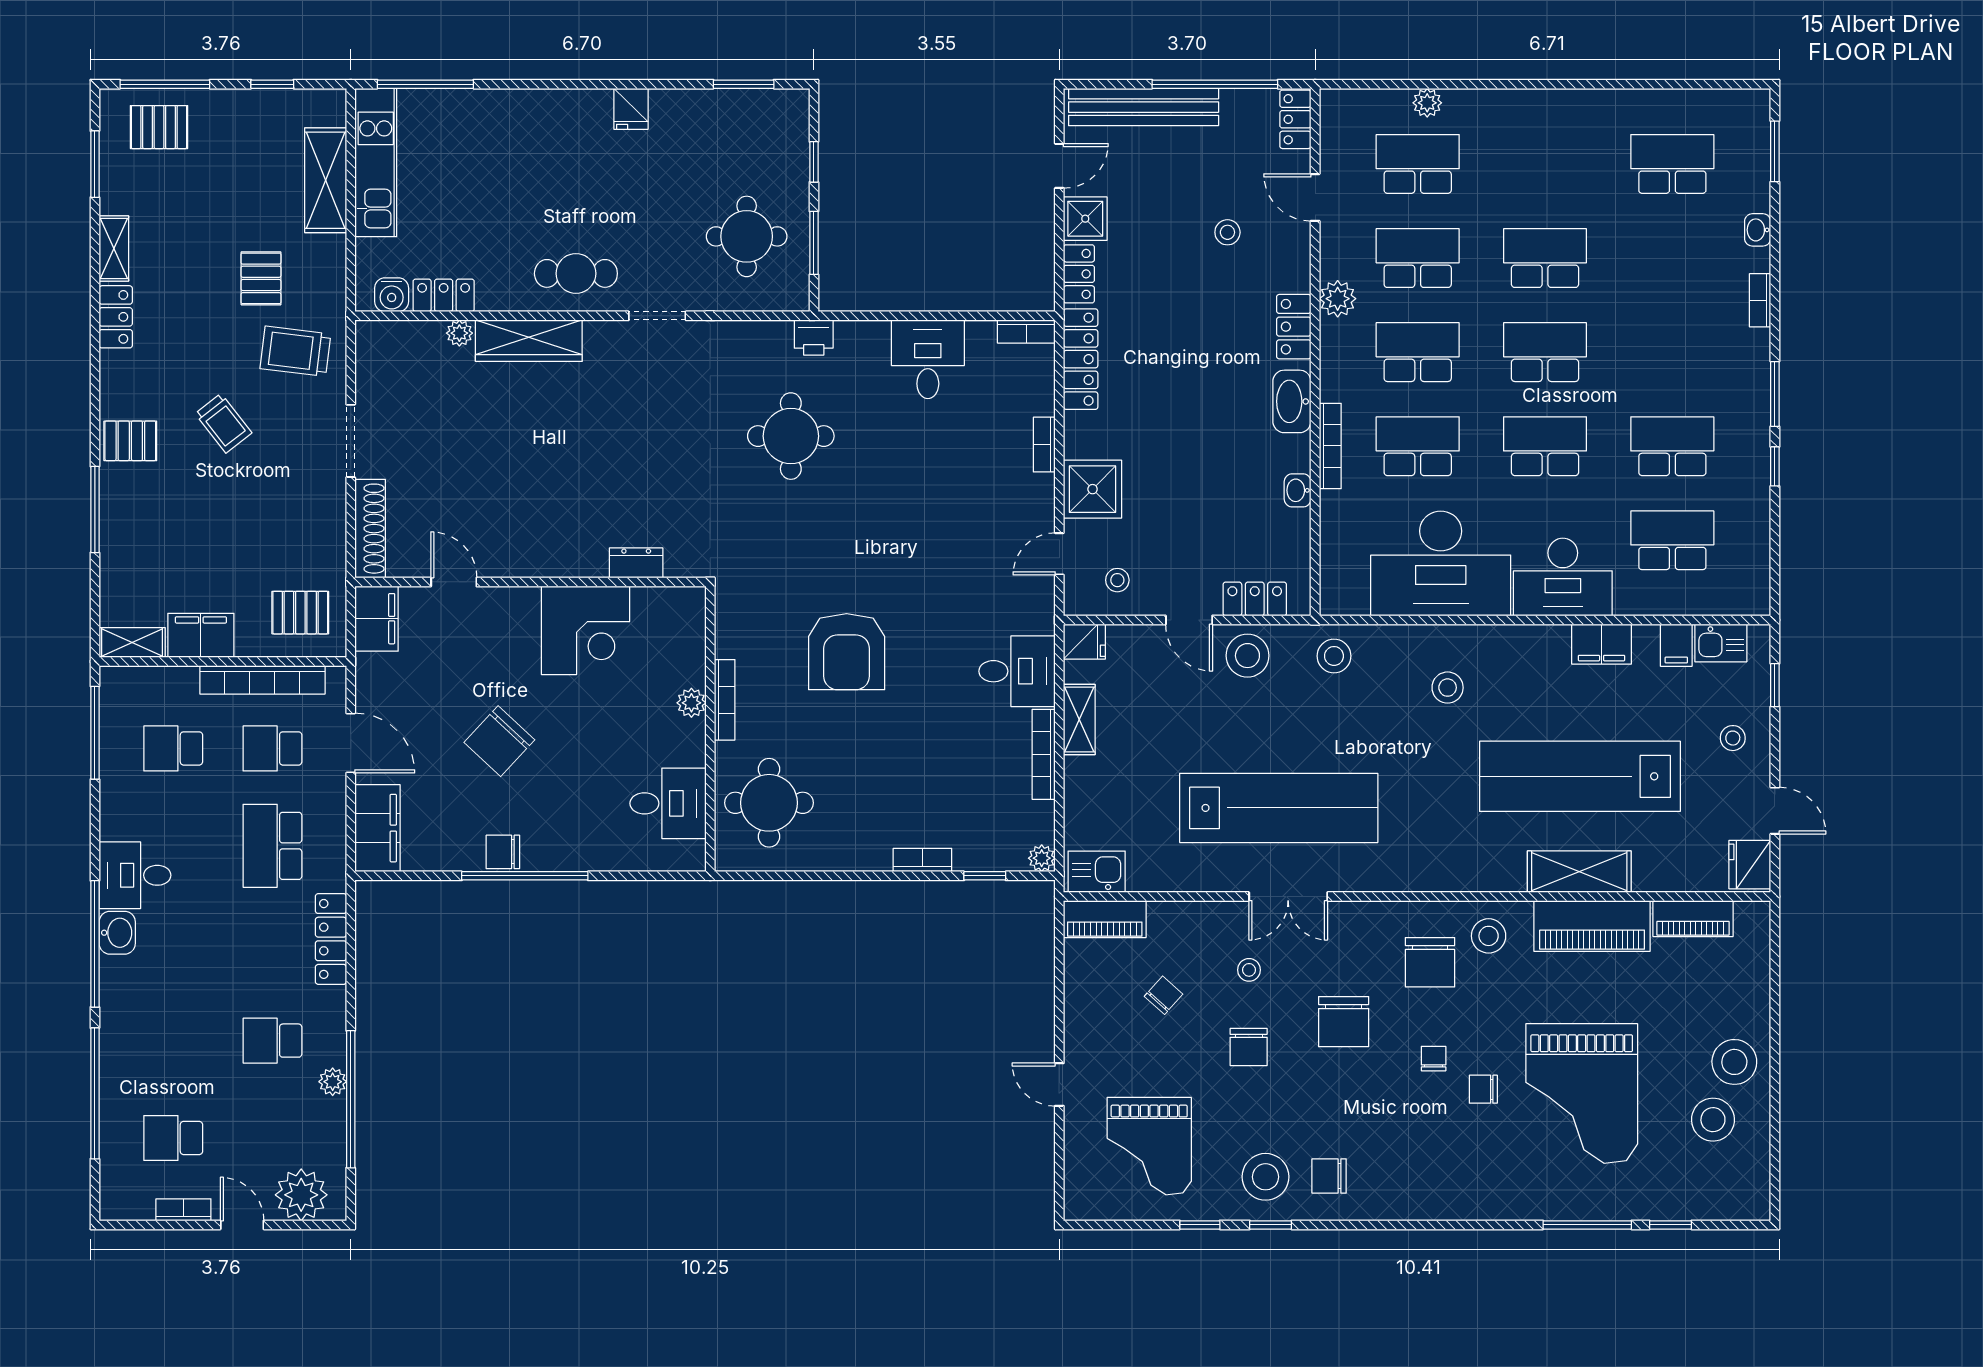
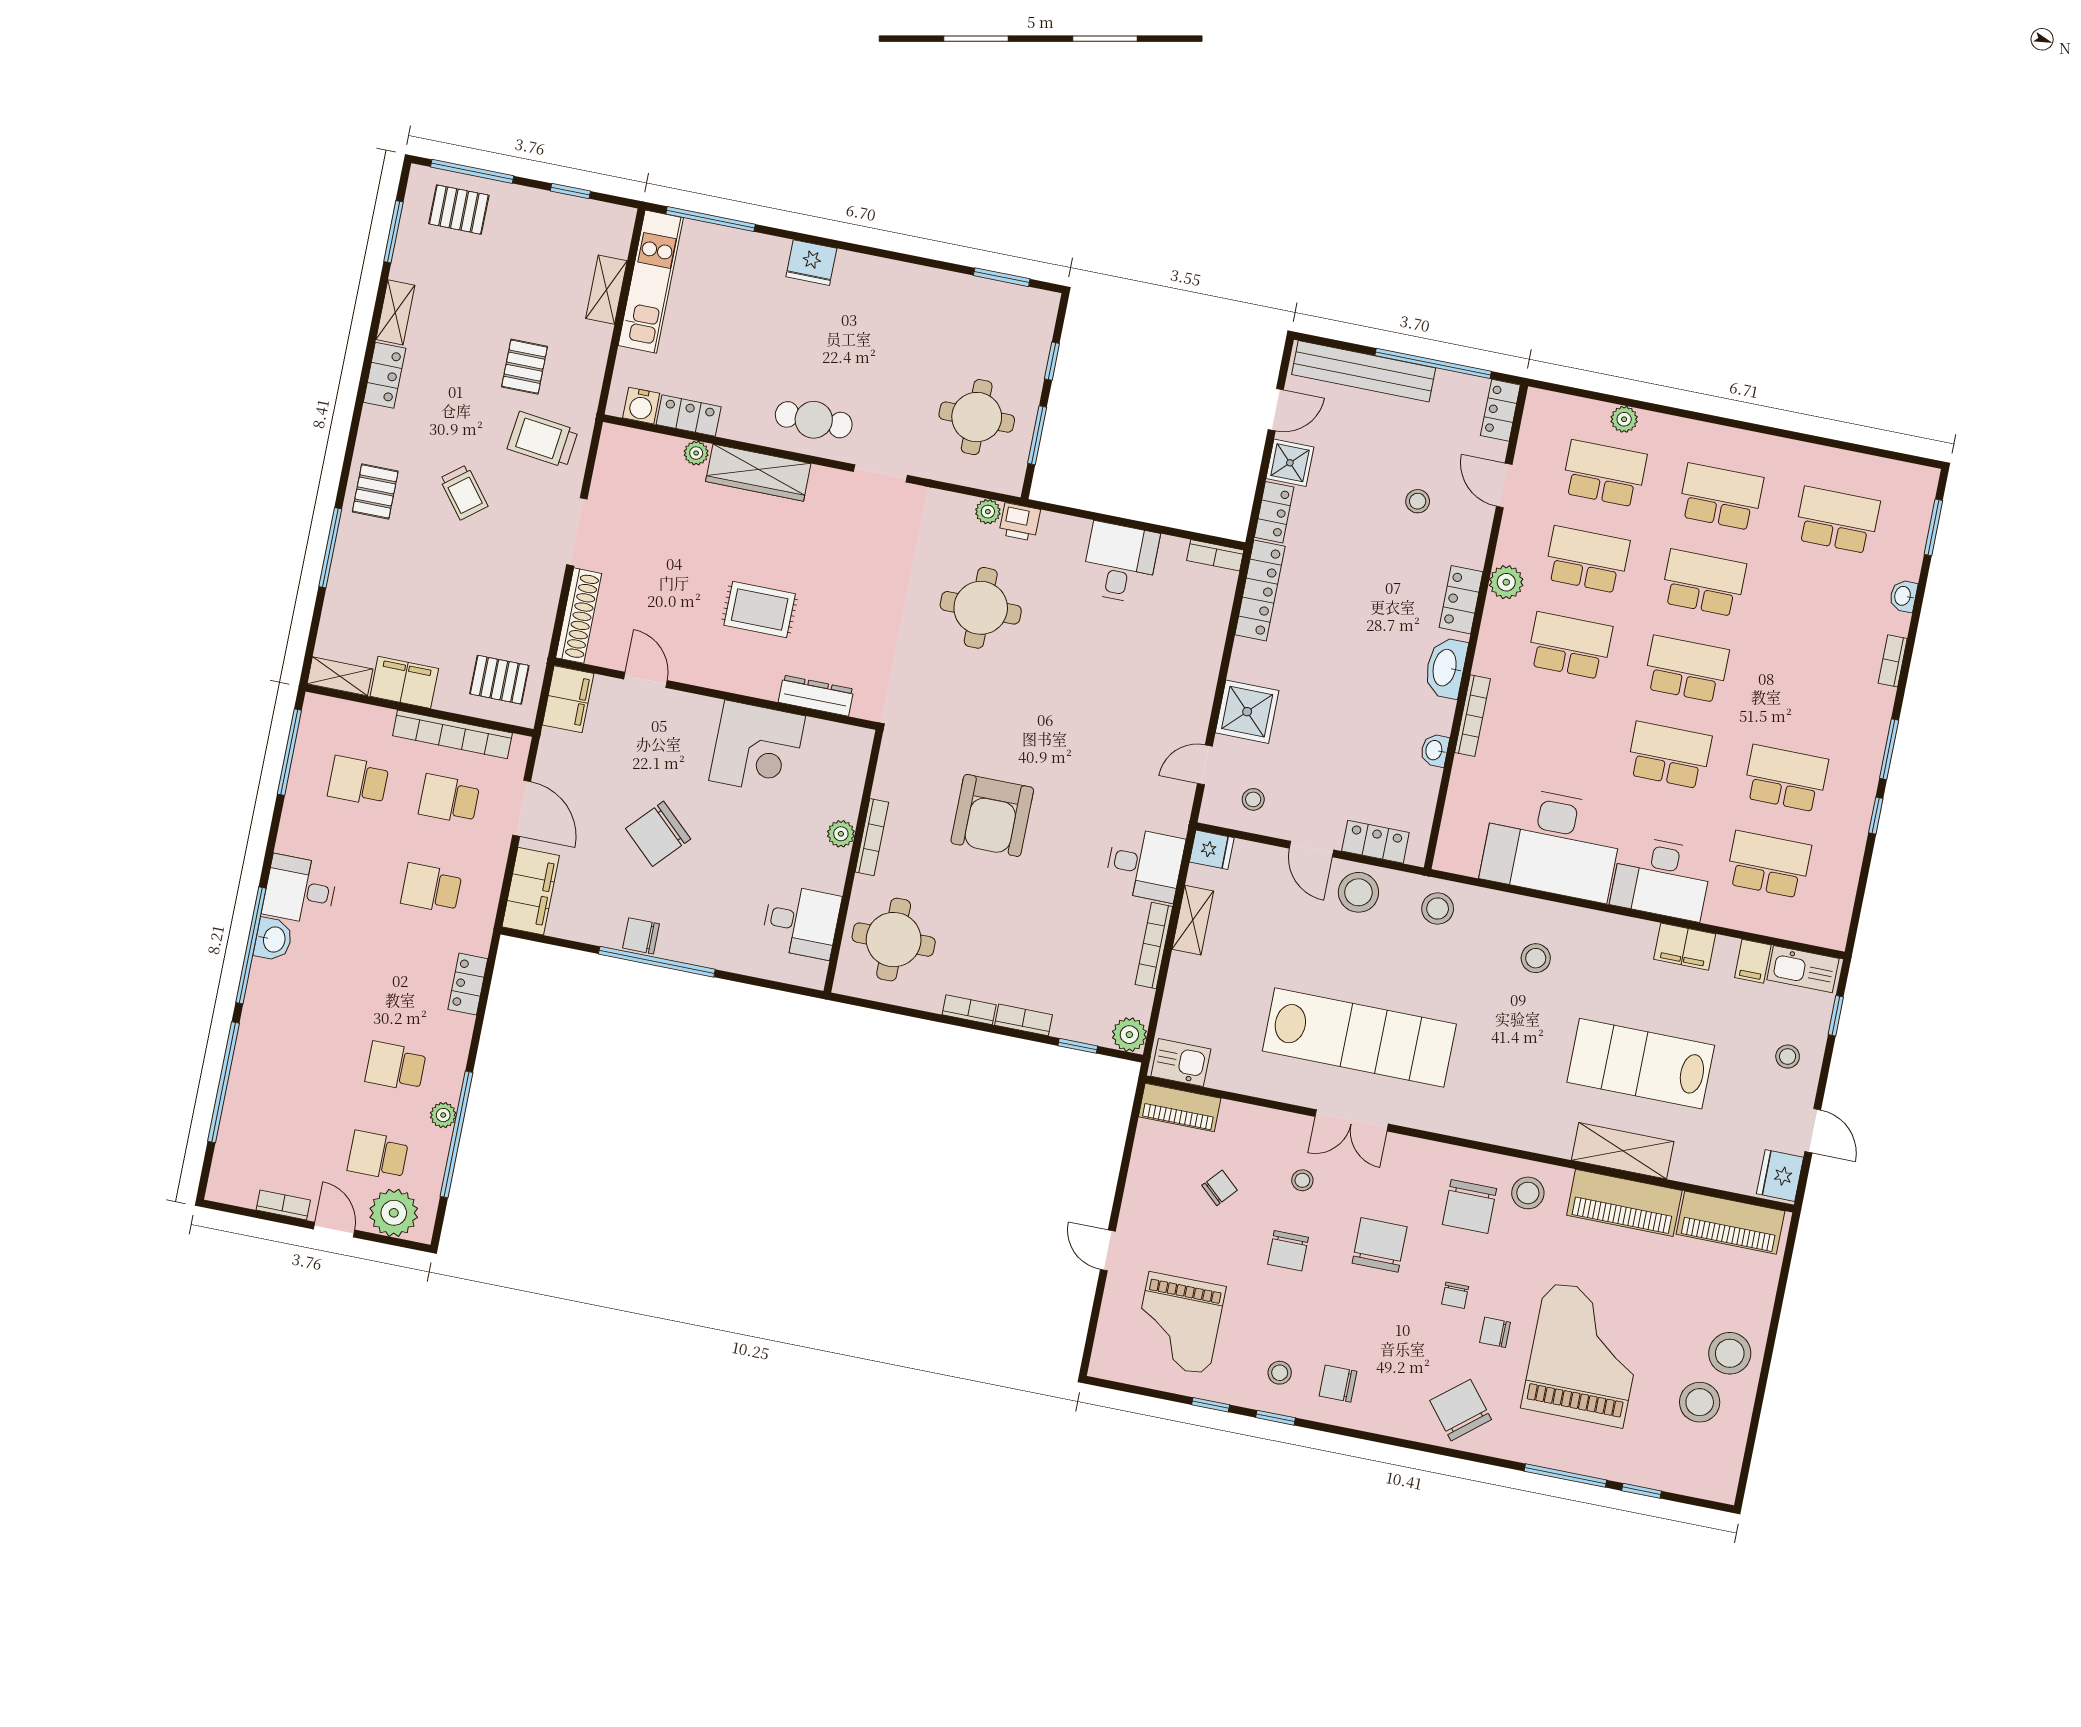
fridge: (631, 109) -> (811, 263), moved, width x1.38
shelving: (326, 180) -> (606, 290), width x0.67, depth x0.75
plant: (778, 333) -> (988, 512), added
pallet: (130, 441) -> (375, 491), turned 90
bookcase: (1044, 445) -> (969, 1010), moved, turned 90
school desk: (1418, 446) -> (1721, 497), moved
rug: (559, 484) -> (760, 610), added
dresser: (636, 563) -> (816, 696), width x1.44
kitchen sink: (1721, 643) -> (1803, 969), width x1.38
lab bench: (1580, 776) -> (1641, 1064), width x0.73
school desk: (272, 846) -> (431, 888), width x0.54
plant: (1042, 858) -> (1129, 1035), width x1.38, depth x1.38
piano: (1693, 919) -> (1730, 1223), width x1.37, depth x1.33
locker: (331, 939) -> (468, 984), width x0.66
chair: (1344, 1022) -> (1380, 1245), turned 180
chair: (1434, 1059) -> (1455, 1295), turned 180
grand piano: (1582, 1094) -> (1584, 1354), turned 180
school desk: (173, 1138) -> (378, 1156), moved
stool: (1266, 1177) -> (1280, 1373), width x0.53, depth x0.53
chair: (1464, 1178) -> (1461, 1410), added

